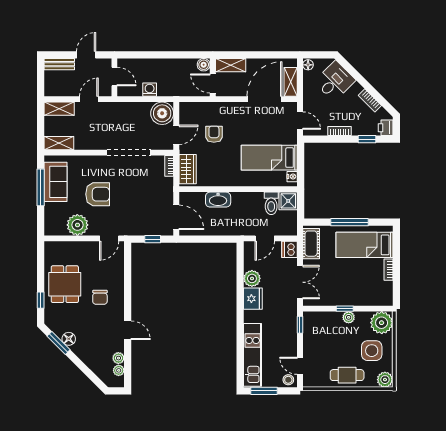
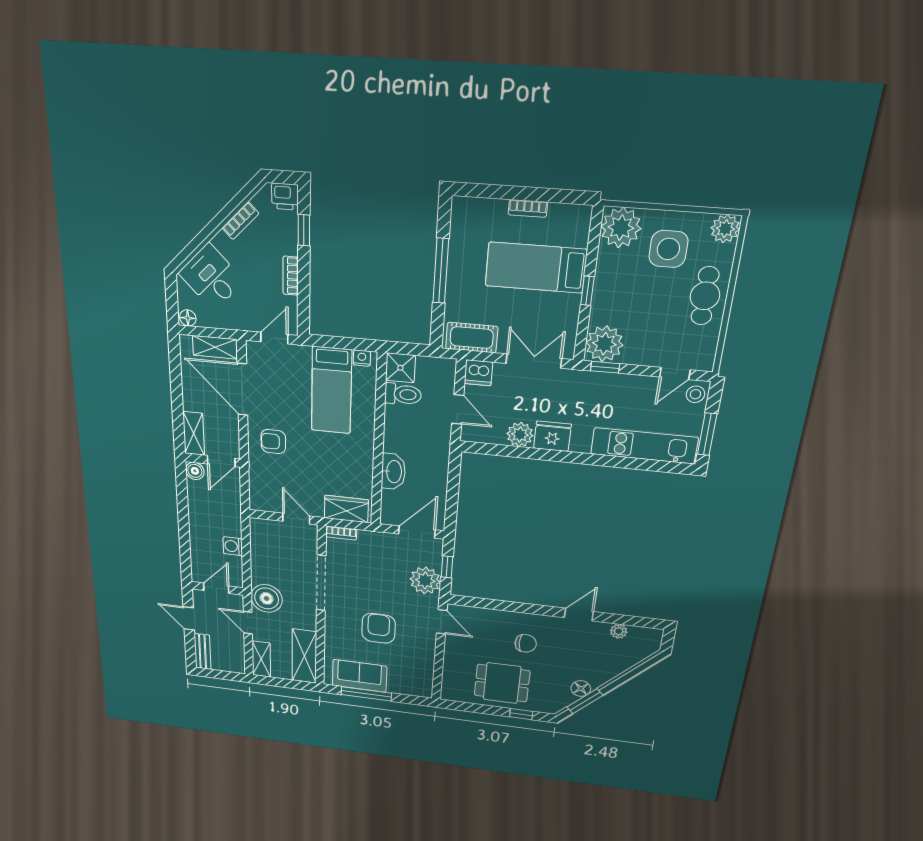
boiler: (162, 113) -> (267, 598), moved
armchair: (214, 134) -> (273, 441), moved
shelving: (59, 143) -> (304, 656), width x1.50, depth x1.33
plant: (77, 225) -> (425, 580), moved
bed: (364, 245) -> (536, 268), moved, turned 90
plant: (349, 317) -> (604, 344), moved, width x1.87, depth x1.87
plant: (119, 370) -> (637, 633), removed

